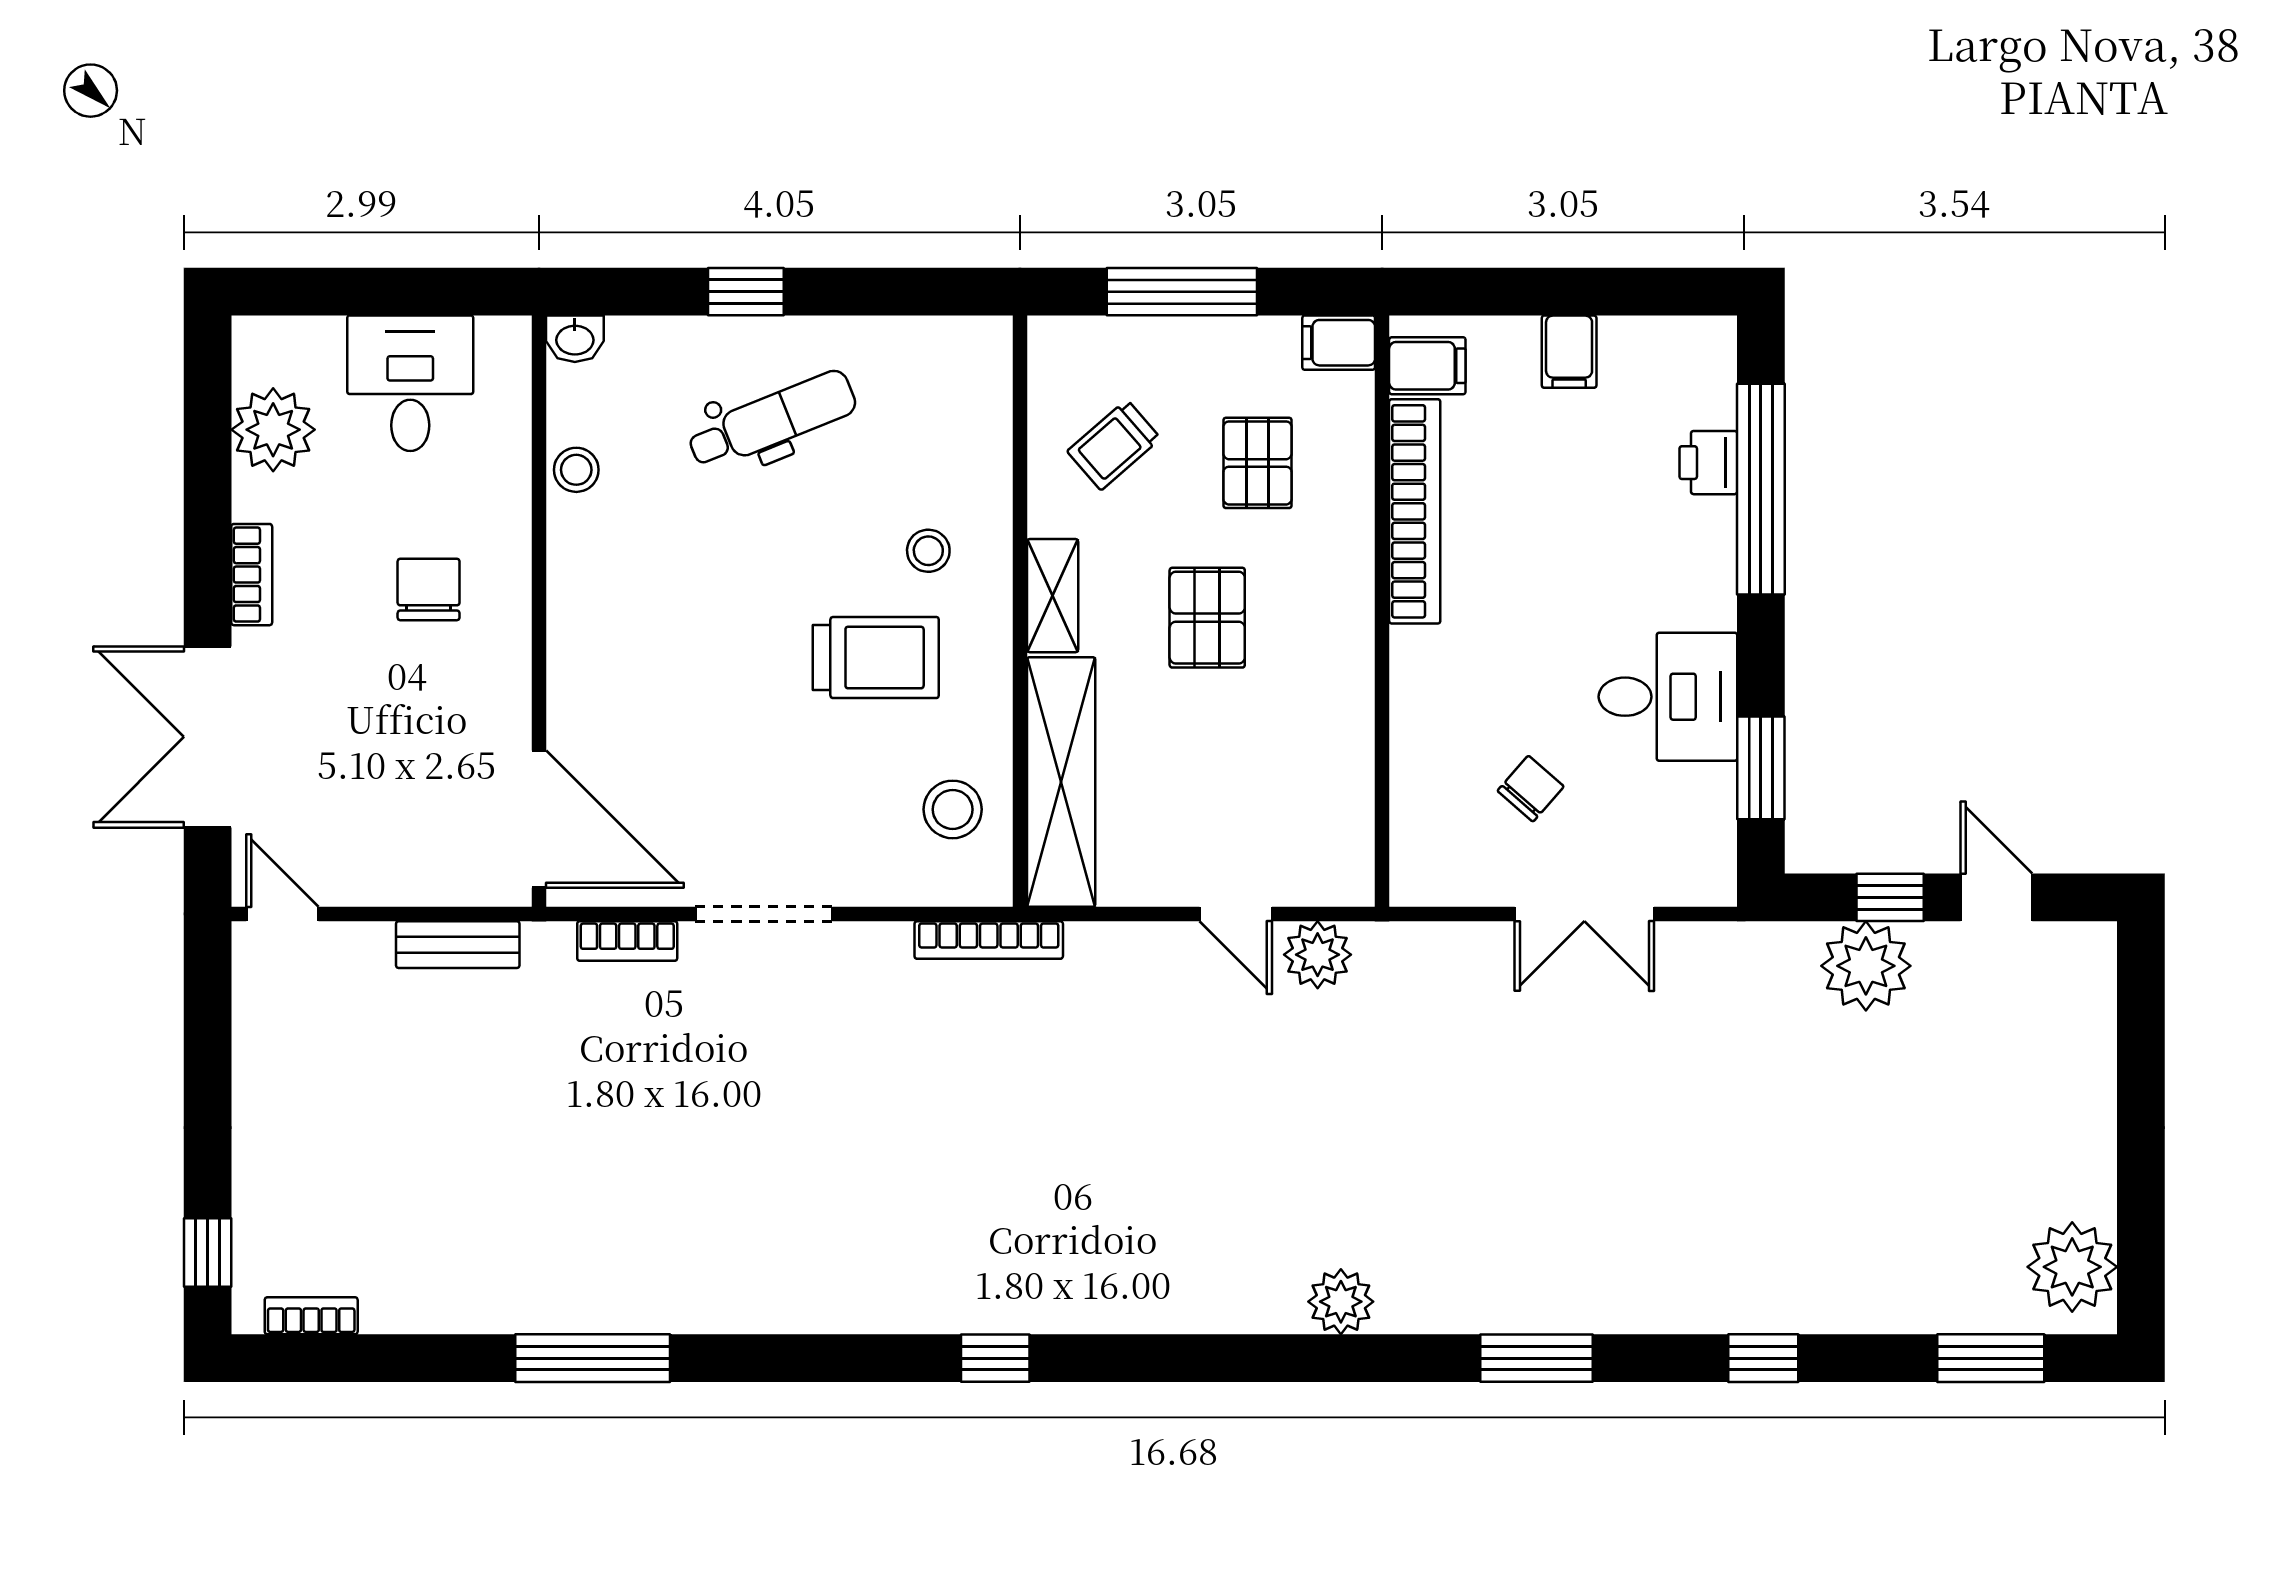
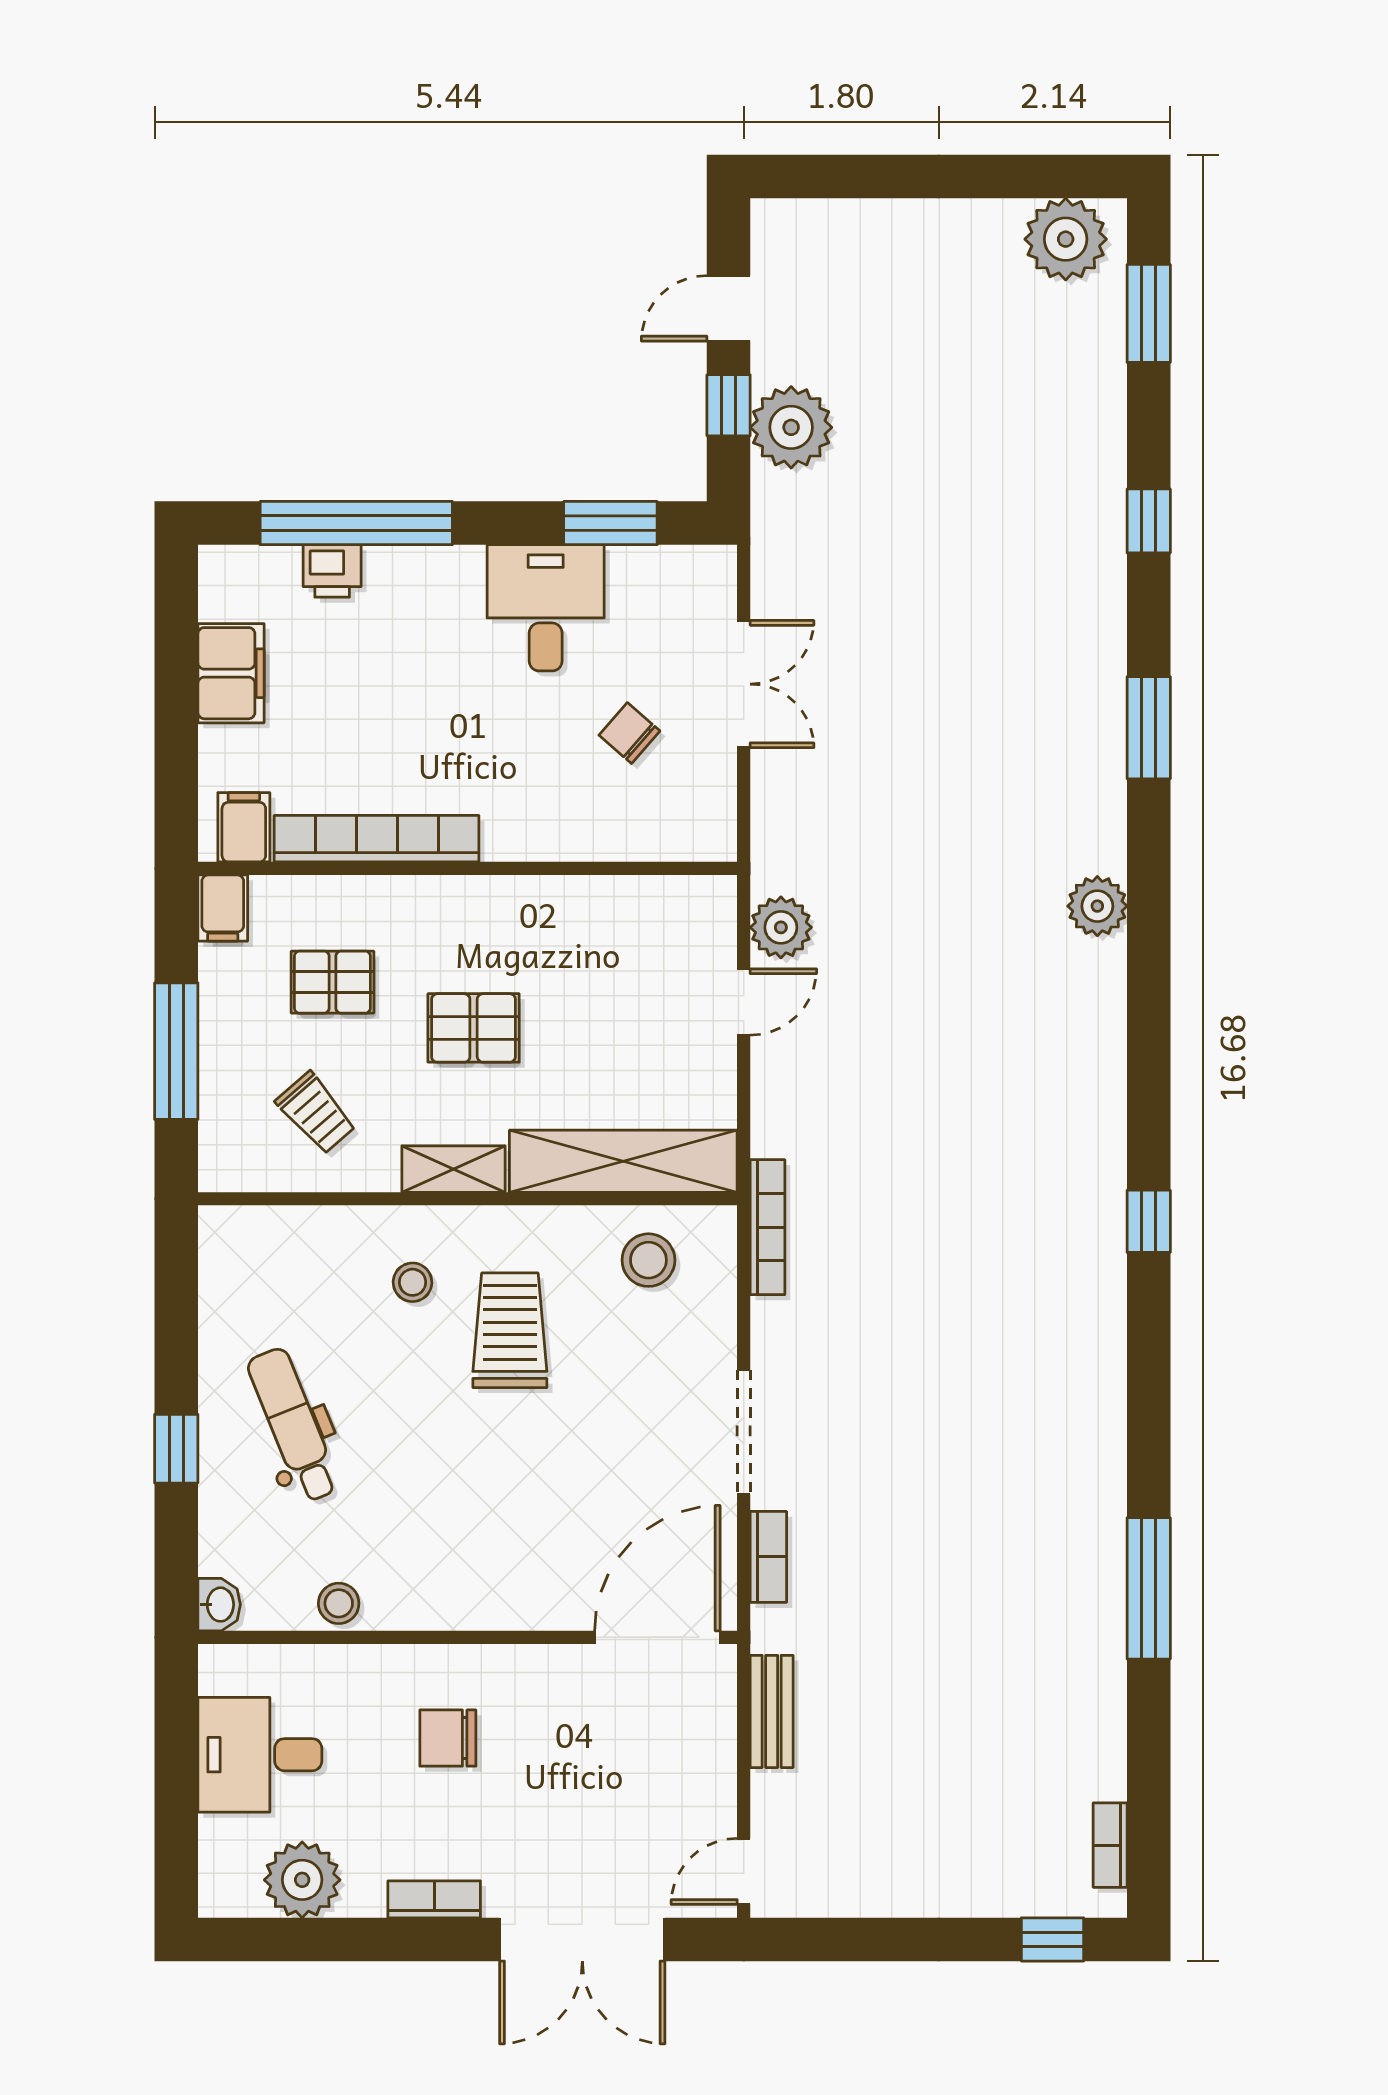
filing cabinet: (1569, 352) -> (231, 673), width x2.00

